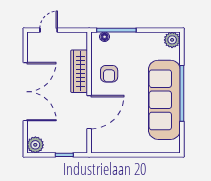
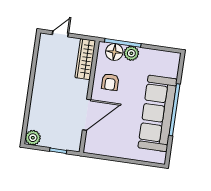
floor lamp: (105, 37) -> (114, 52), width x1.89, depth x1.89
plant: (172, 40) -> (131, 53), moved
wardrobe: (79, 71) -> (85, 59), moved
double door: (25, 92) -> (31, 87), removed

